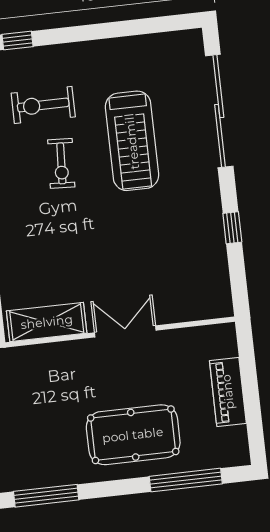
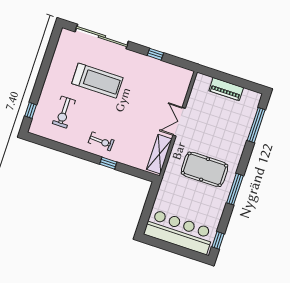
exercise bike: (61, 163) -> (101, 141), moved
pool table: (133, 435) -> (205, 169), moved, turned 90

